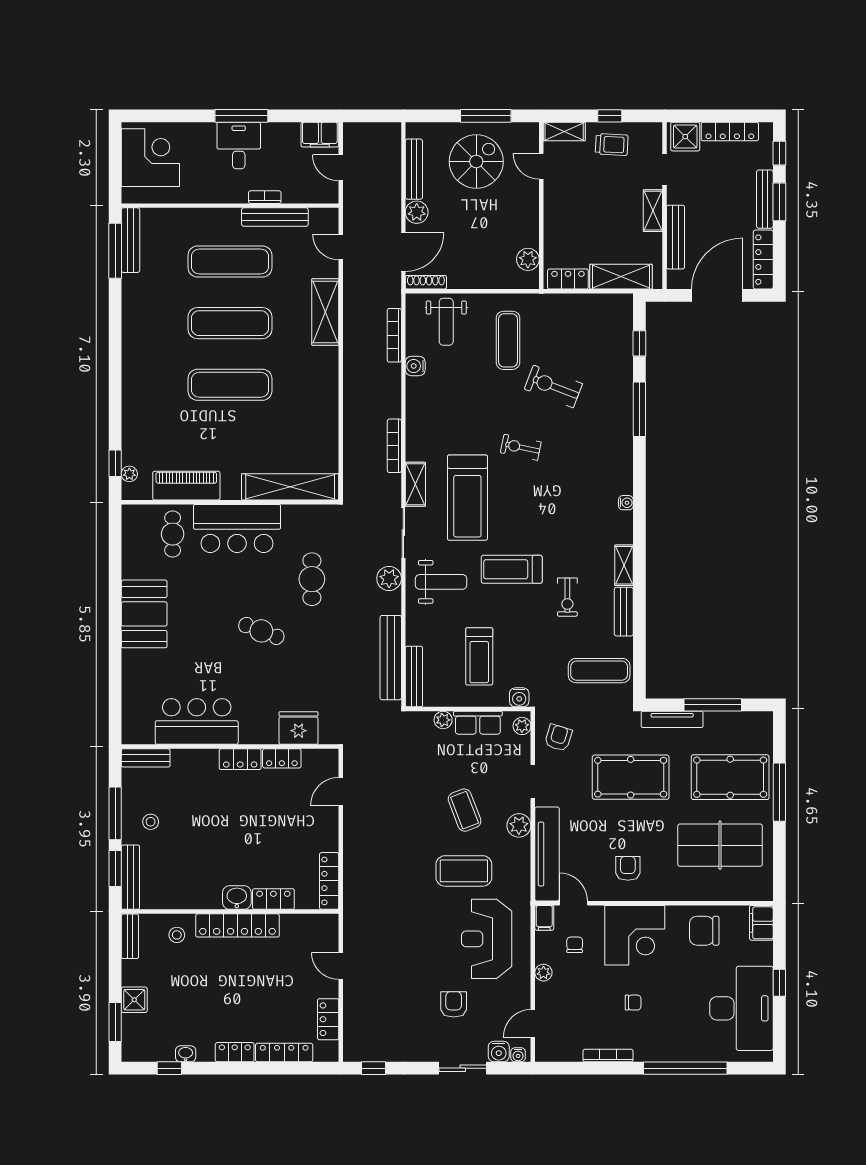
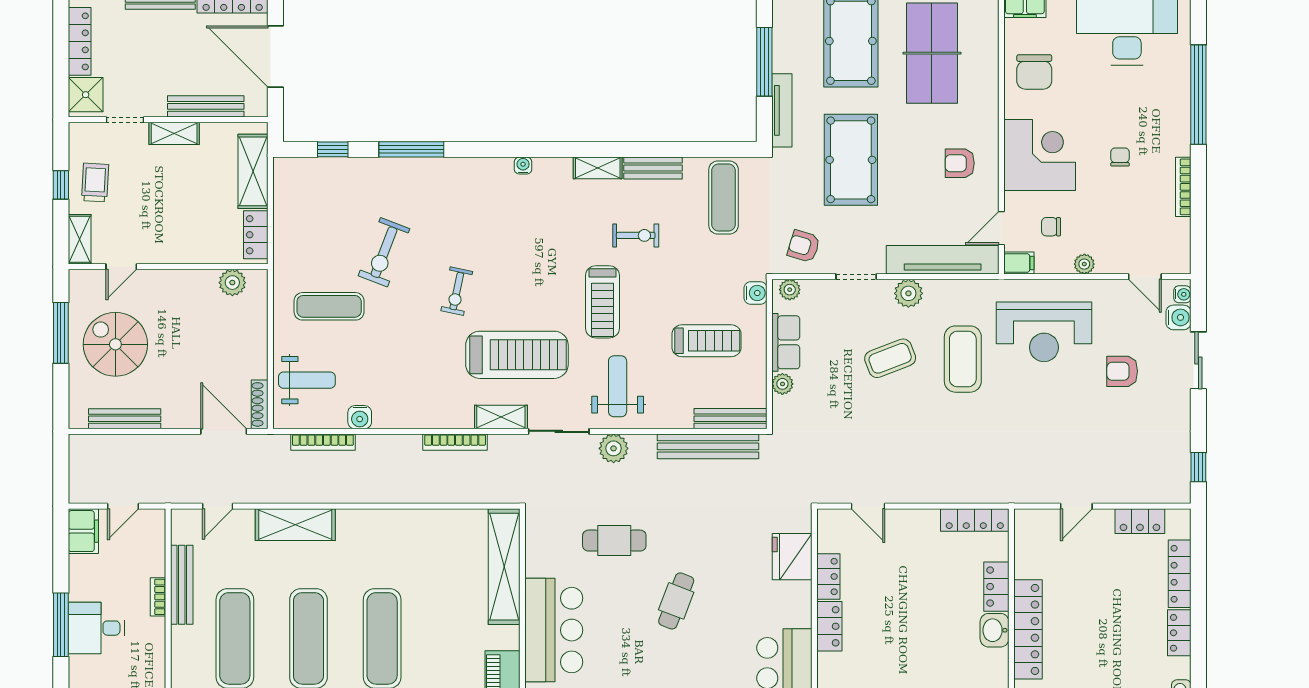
plant: (417, 212) -> (176, 415), removed

